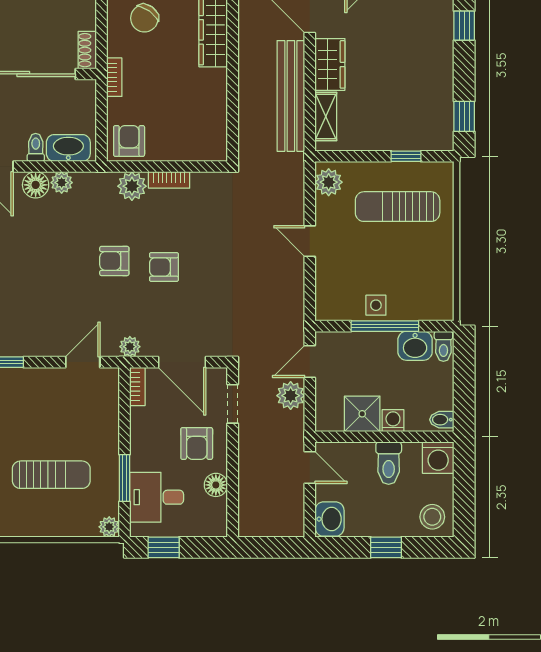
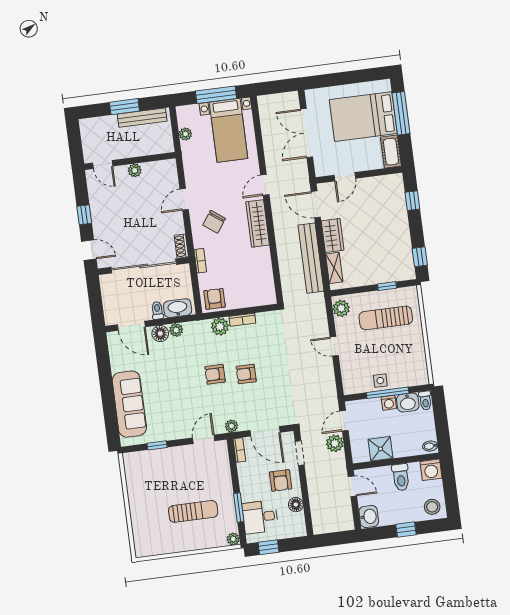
washing machine: (393, 421) -> (389, 403), moved, turned 180

